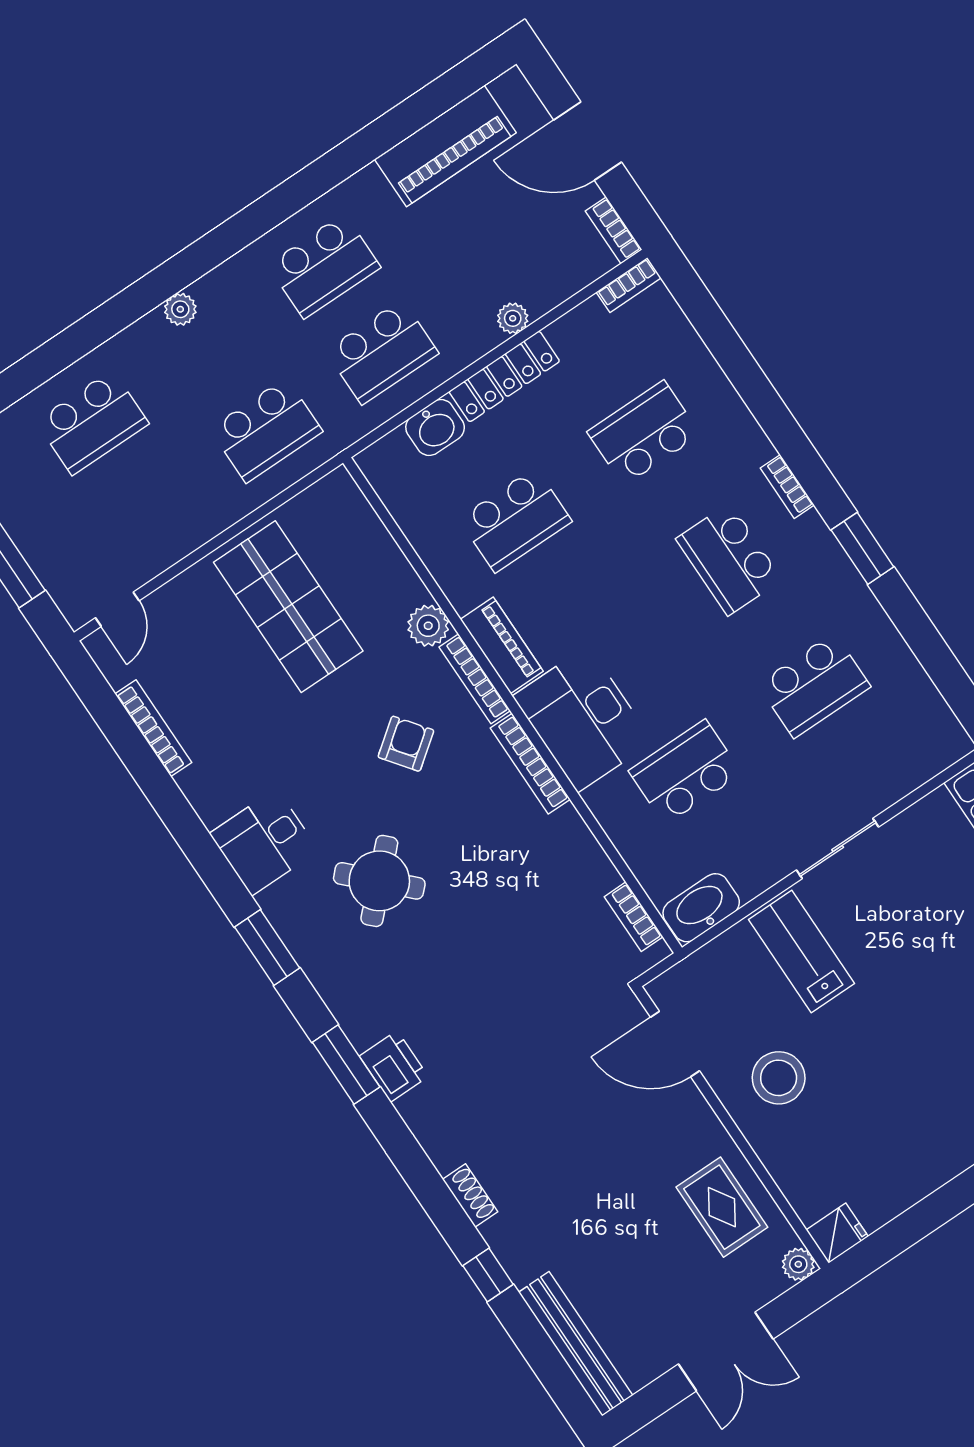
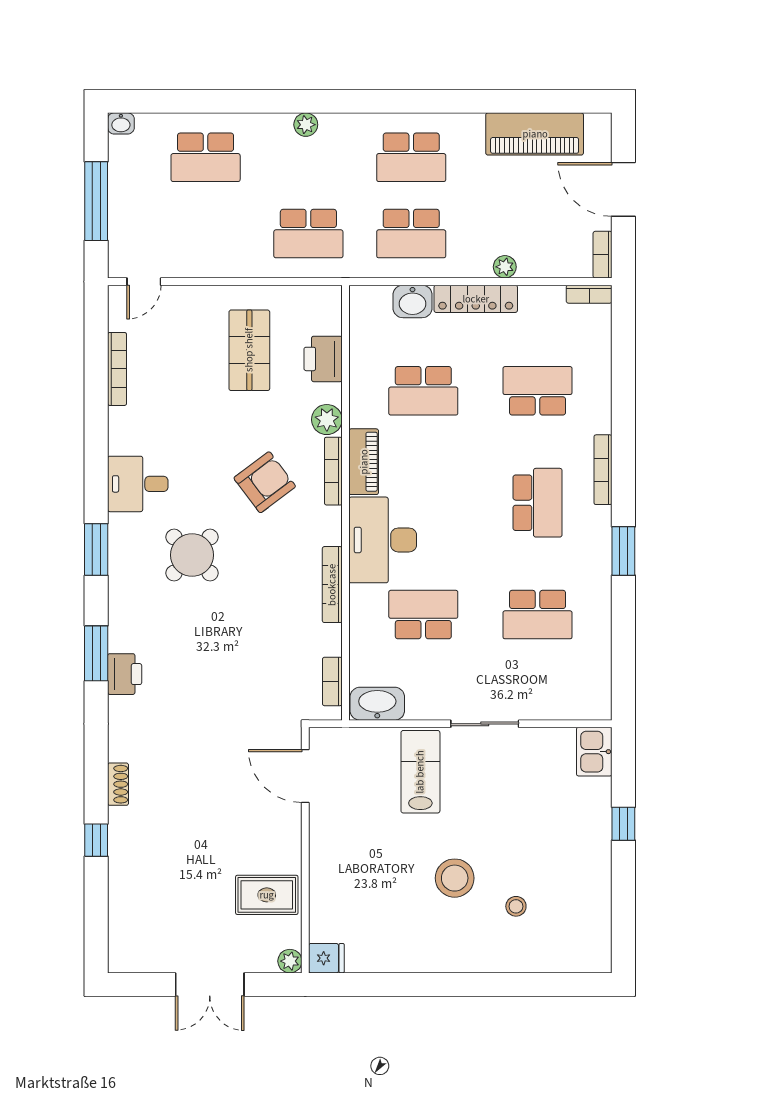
bookcase: (787, 487) -> (603, 470), width x1.56
school desk: (729, 559) -> (538, 503), turned 180
printer: (378, 560) -> (323, 359), added
shop shelf: (288, 607) -> (249, 350), width x0.70, depth x0.74
armchair: (406, 744) -> (265, 482), width x1.38, depth x1.38
bookcase: (530, 764) -> (332, 585), moved
stool: (779, 1078) -> (455, 878), moved
rug: (722, 1207) -> (267, 895), turned 90
bench: (576, 1344) -> (121, 918), removed

